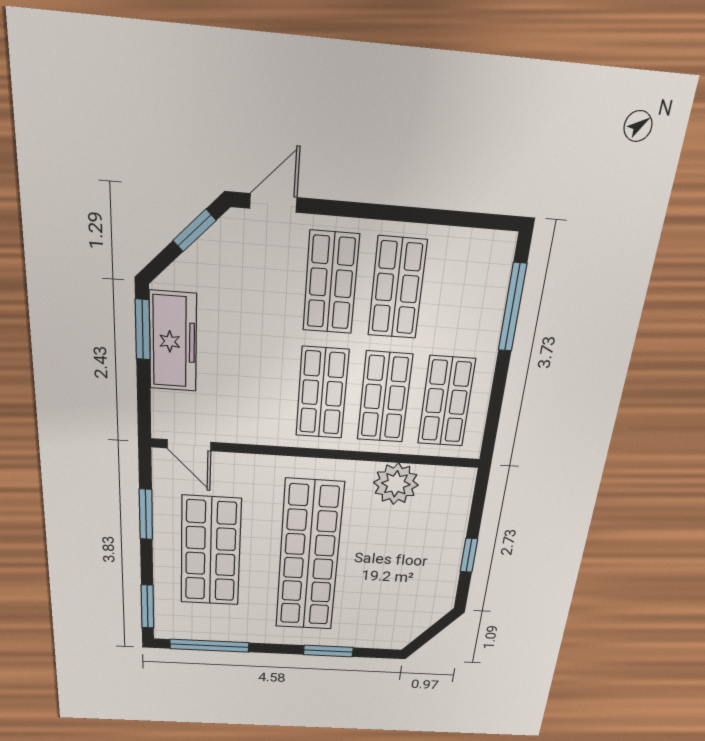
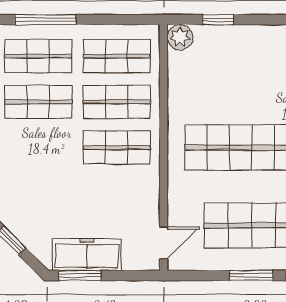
shop shelf: (331, 283) -> (38, 56), moved
plant: (396, 484) -> (180, 37), moved, width x0.73, depth x0.73
window: (146, 514) -> (251, 275), moved
window: (469, 555) -> (218, 20), moved

